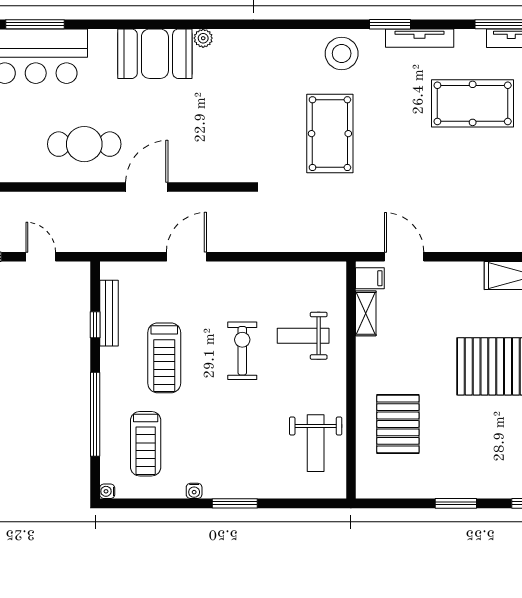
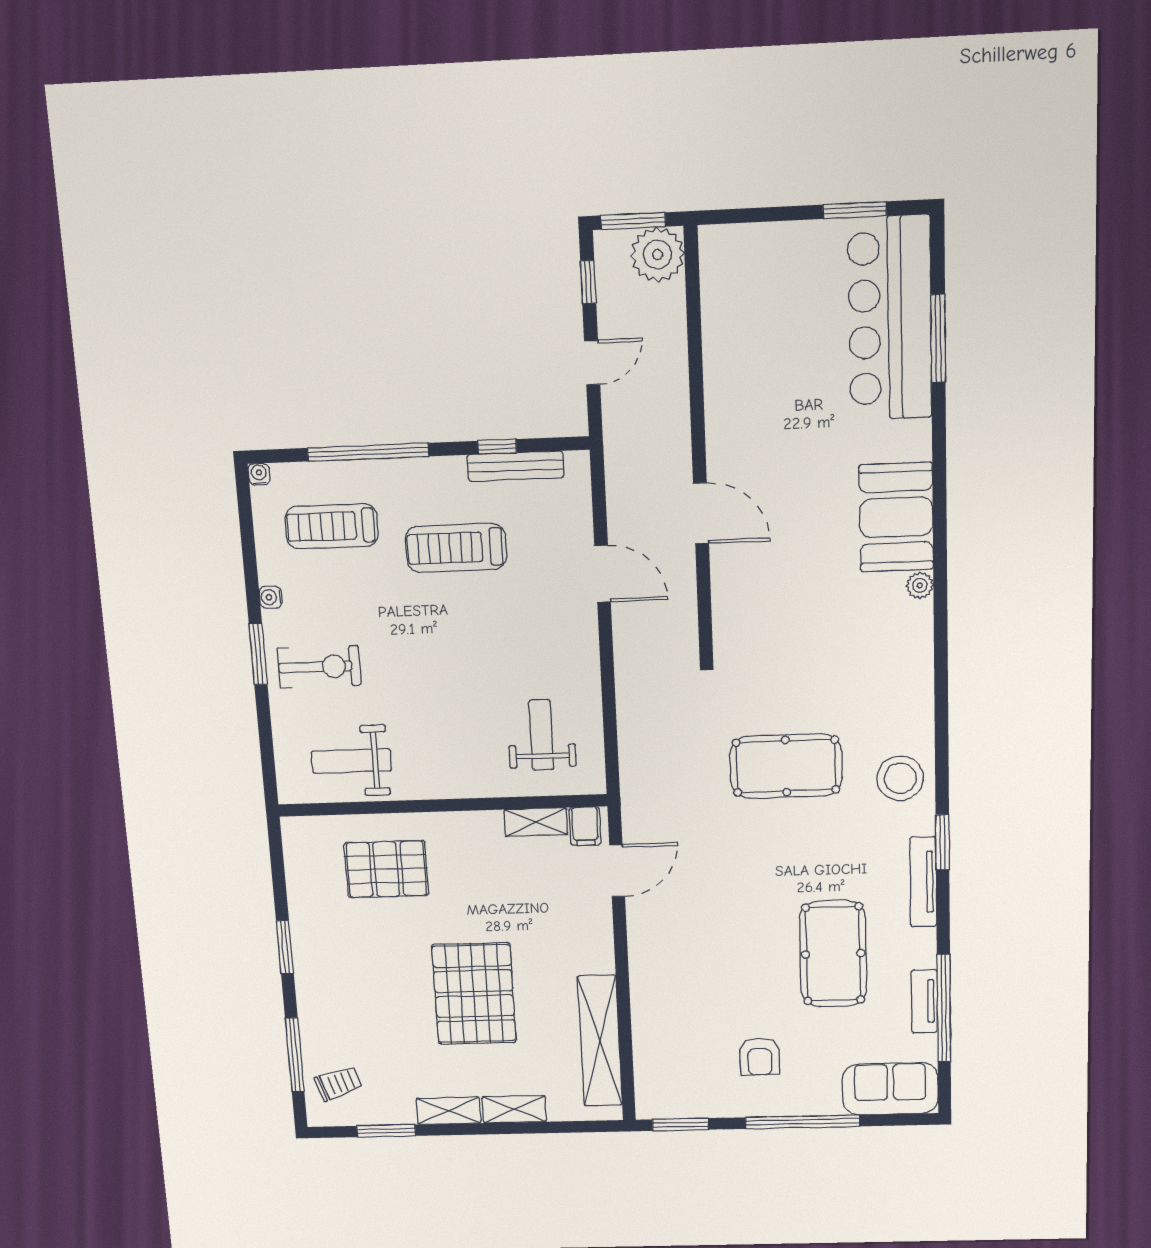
cafe table: (84, 144) -> (761, 420), removed
weight bench: (303, 336) -> (541, 735), moved
exercise bike: (242, 351) -> (319, 667), moved

